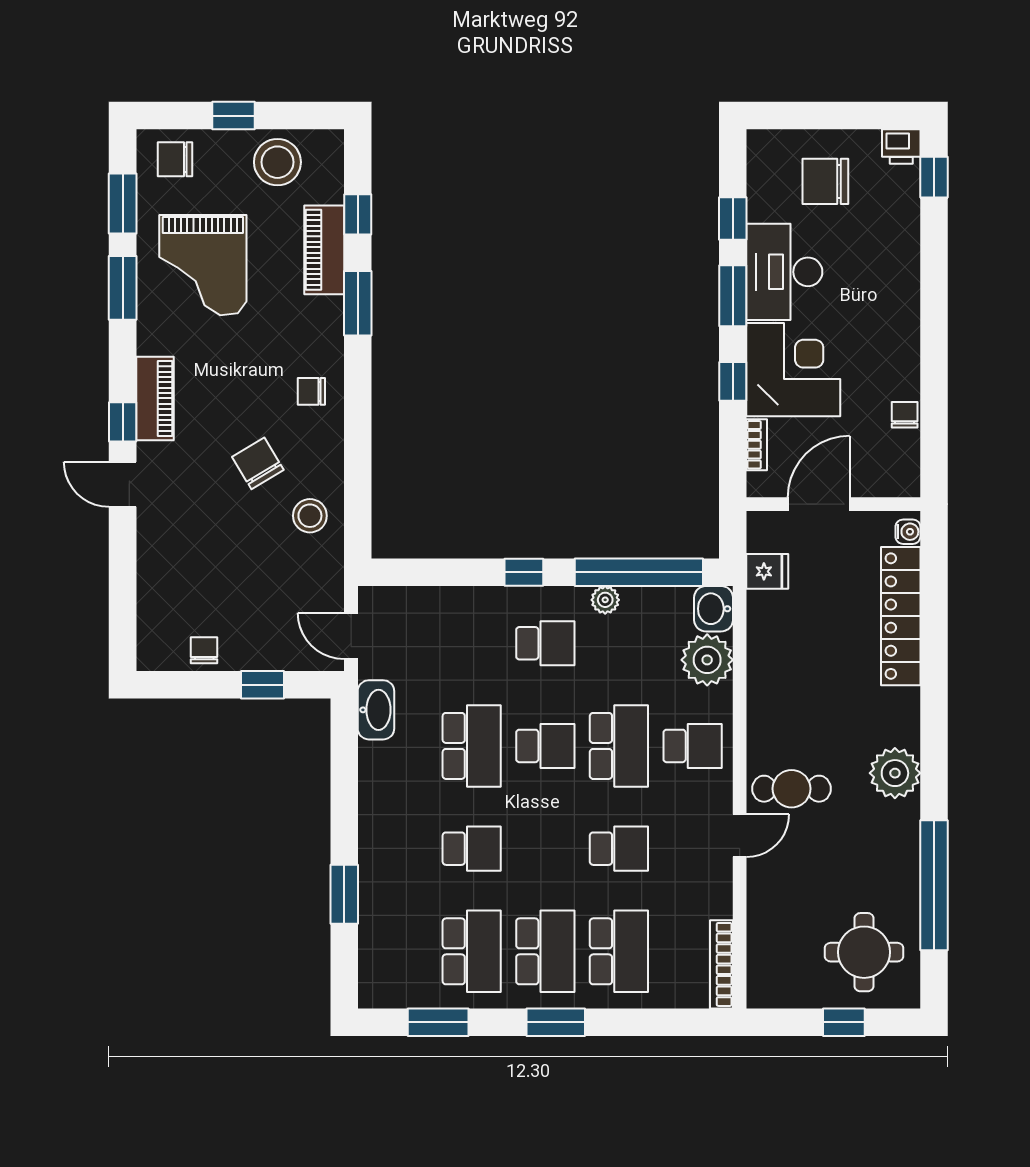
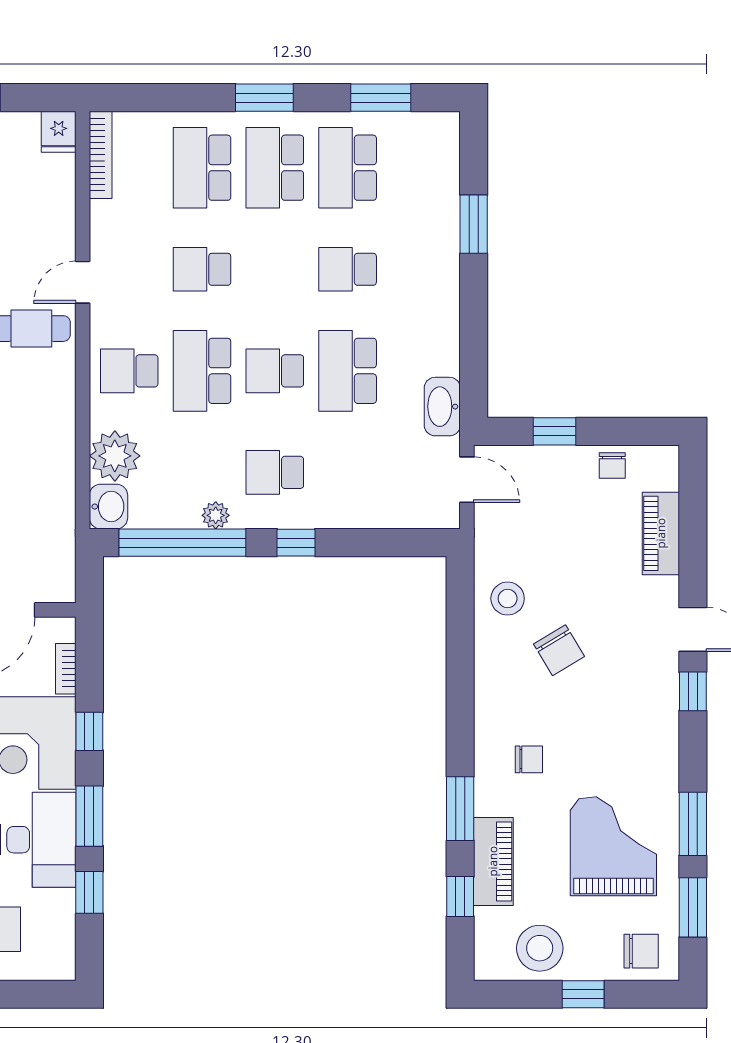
chair: (311, 391) -> (529, 759), moved
piano: (155, 398) -> (661, 533), moved
fridge: (767, 571) -> (59, 132), moved, turned -90

